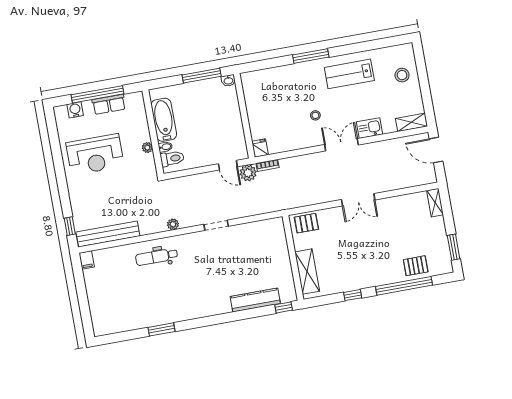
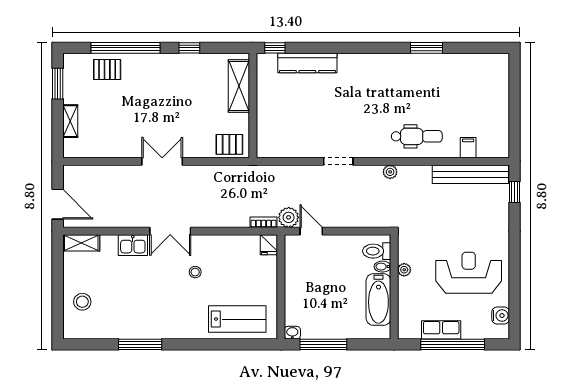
window: (311, 56) -> (140, 344), moved
lab bench: (349, 74) -> (237, 319), moved
water cooler: (75, 110) -> (501, 315), moved, turned -90
shelving: (435, 203) -> (70, 121), moved
filing cabinet: (87, 260) -> (468, 148), moved

